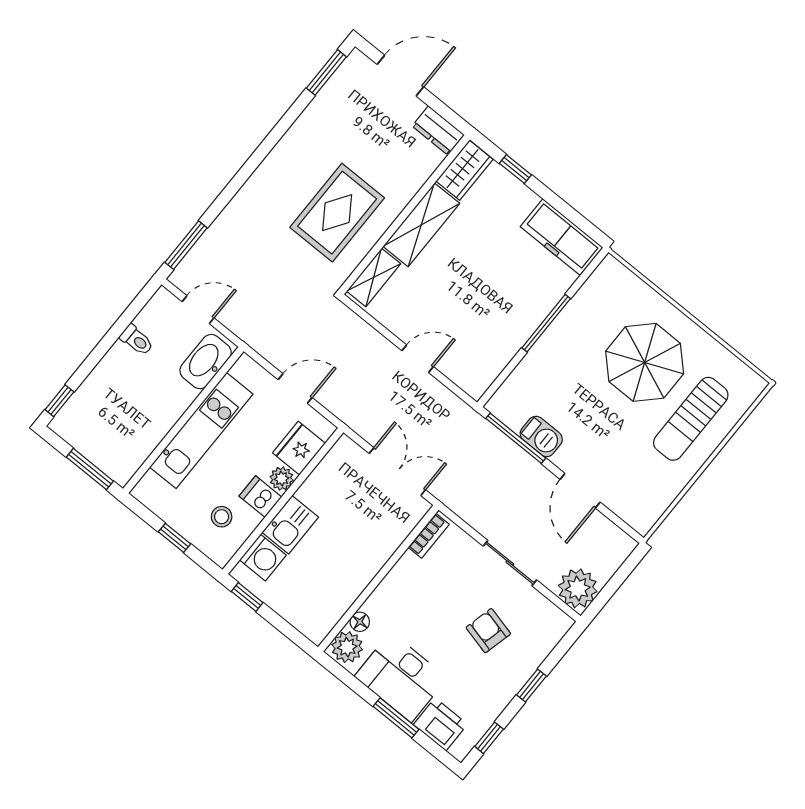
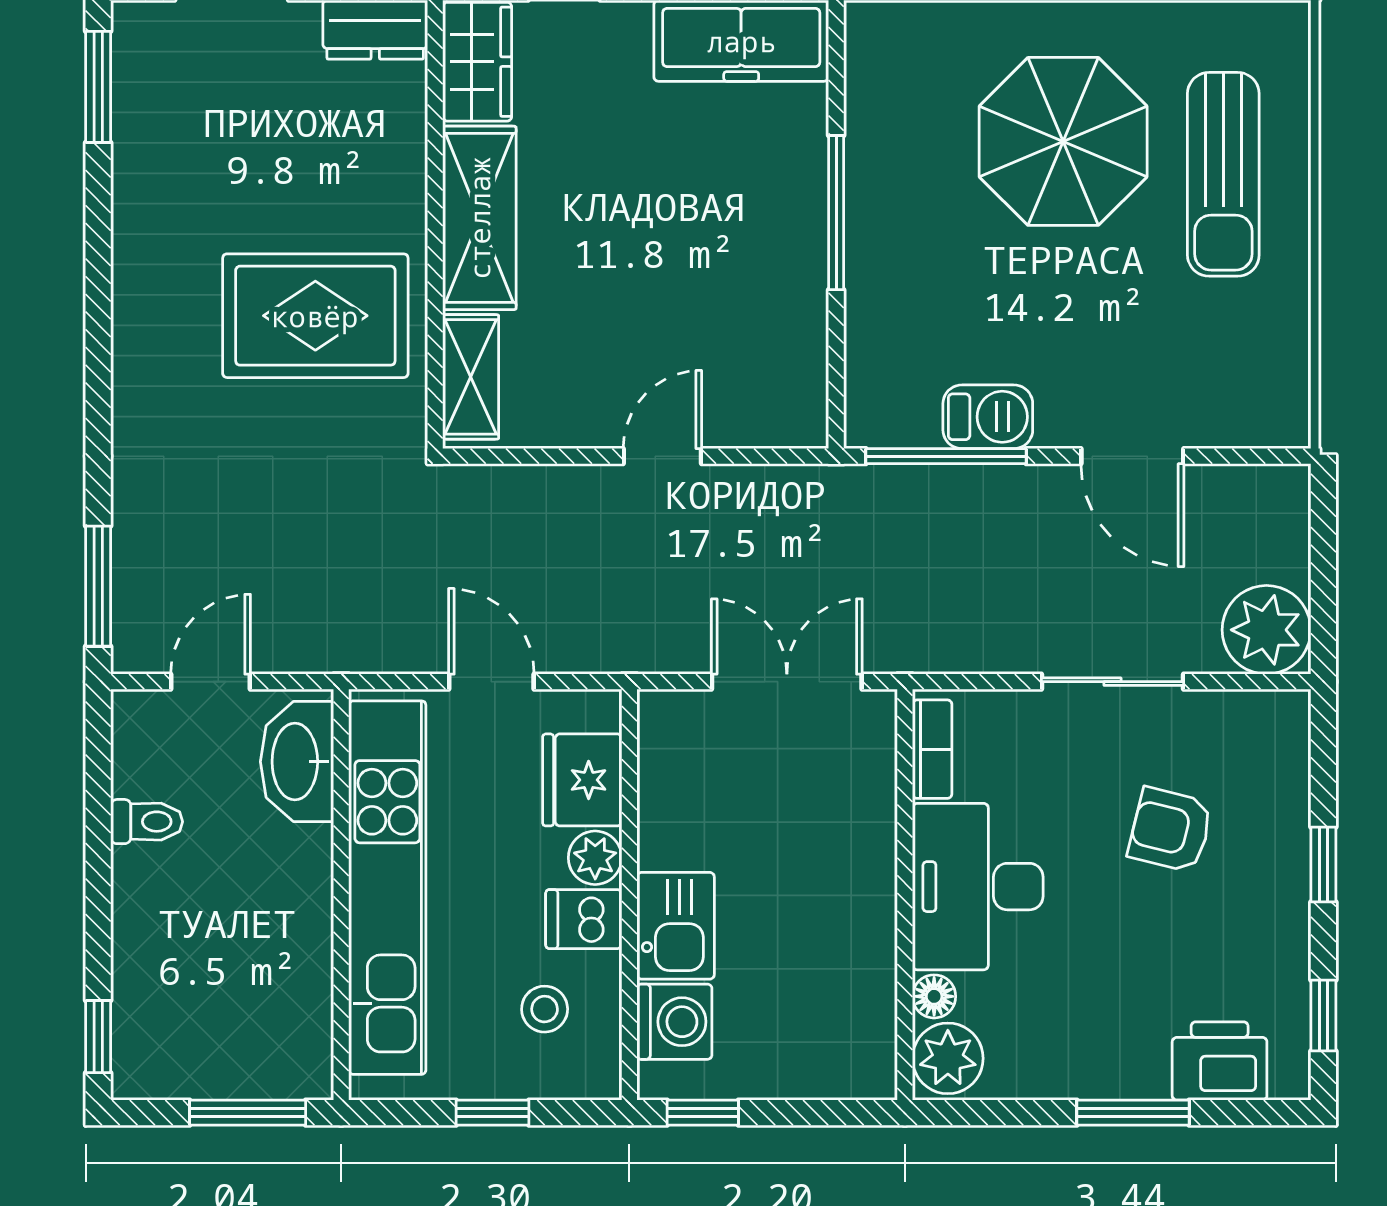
rug: (337, 213) -> (315, 316), turned 90
door: (295, 389) -> (491, 682), hinge flipped
kitchen unit: (201, 431) -> (387, 888), width x1.36
desk: (401, 677) -> (978, 887), moved, turned 90

